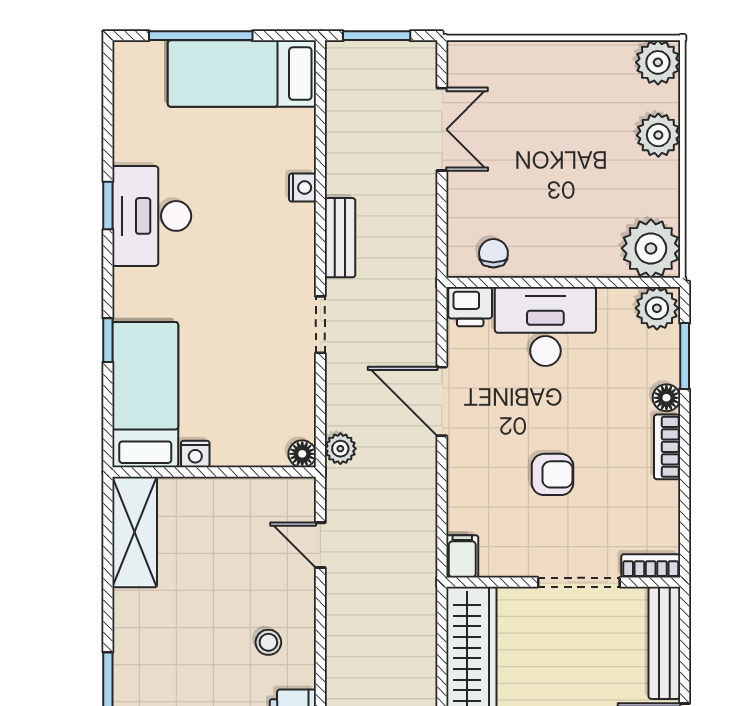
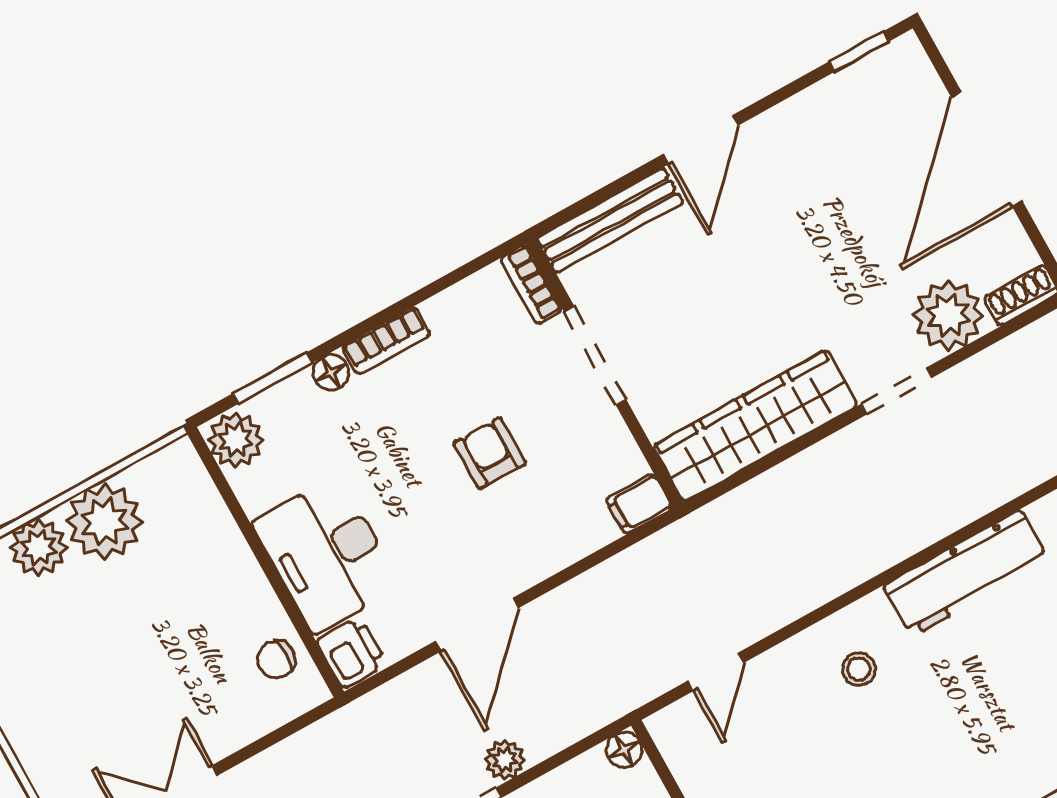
plant: (651, 248) -> (105, 522), moved
plant: (340, 449) -> (505, 760), moved

